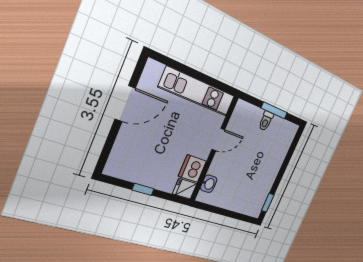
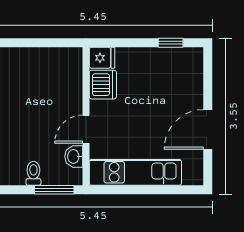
window: (274, 110) -> (54, 190), moved
washbasin: (209, 184) -> (74, 156), moved
window: (143, 189) -> (171, 43), moved

